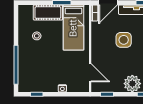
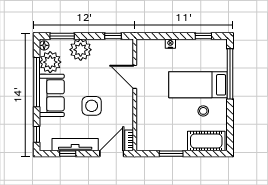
cot: (48, 13) -> (206, 141), moved
bed: (73, 28) -> (198, 85), moved, turned -90
door: (90, 73) -> (135, 77), moved

